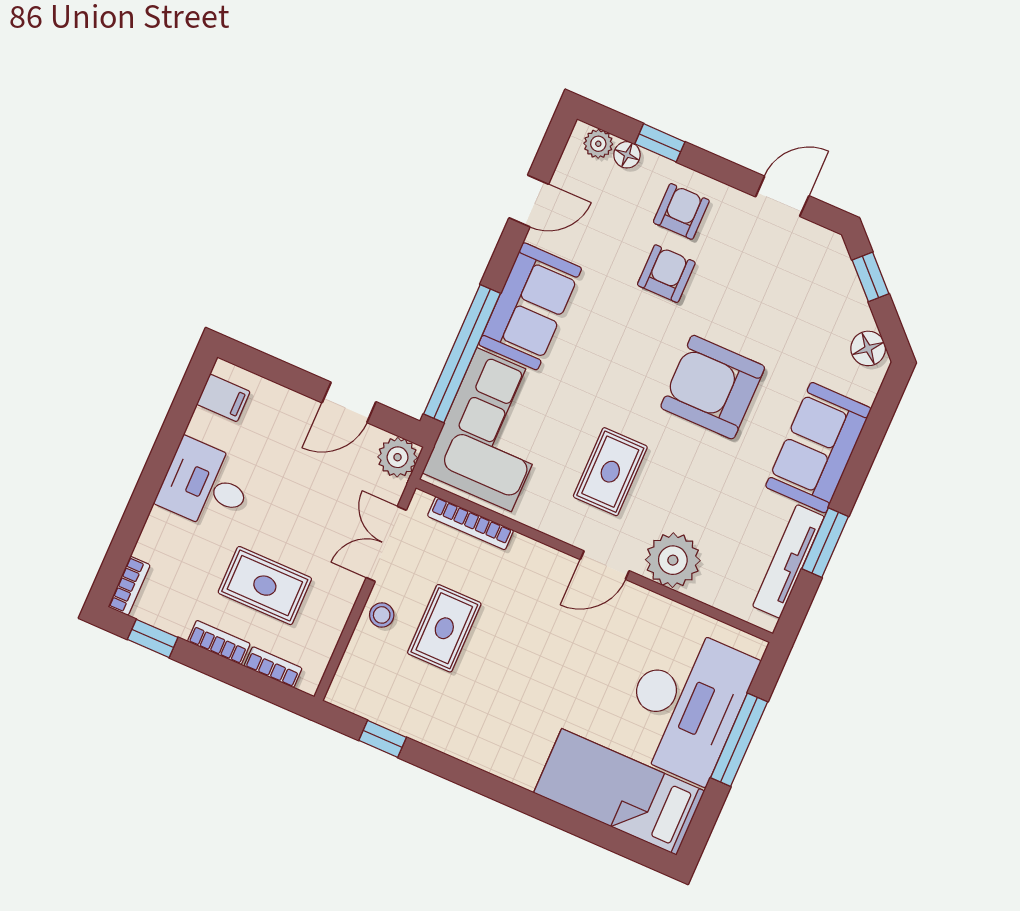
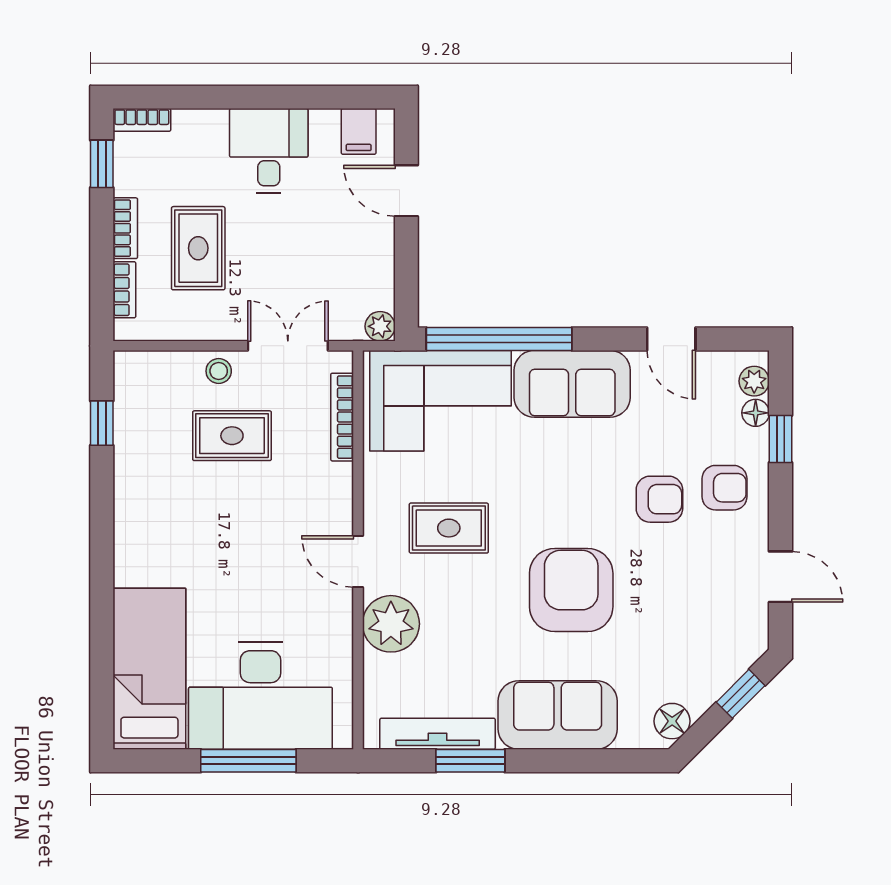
door: (349, 402) -> (406, 191), moved
plant: (398, 457) -> (380, 326), width x0.73, depth x0.73

